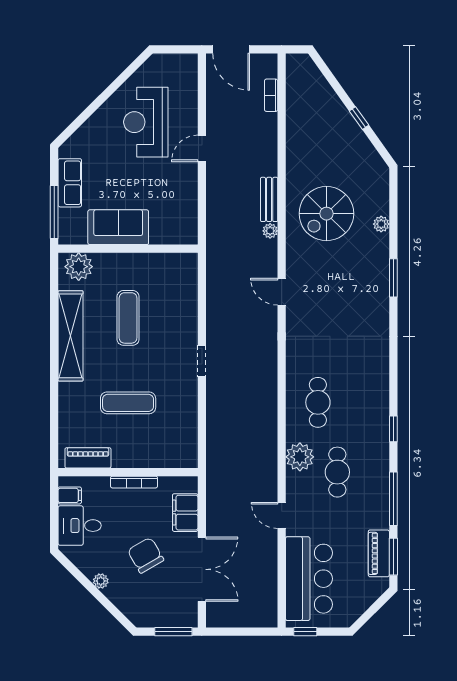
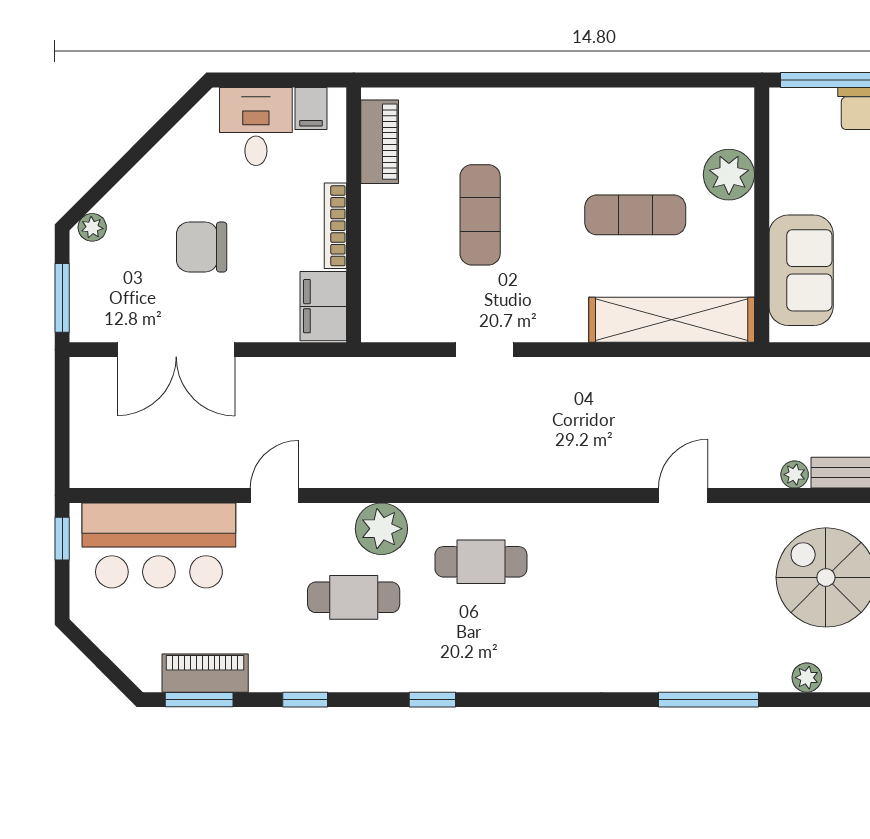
sofa: (118, 227) -> (801, 270), moved
plant: (79, 267) -> (729, 175), moved
window: (393, 278) -> (709, 700), width x1.44
shelving: (71, 336) -> (672, 320), moved
doorway: (202, 361) -> (485, 350), moved
window: (393, 499) -> (305, 700), width x0.46
filing cabinet: (185, 513) -> (323, 306), moved, turned -90
chair: (146, 555) -> (202, 247), turned -150
plant: (101, 581) -> (92, 227), moved

